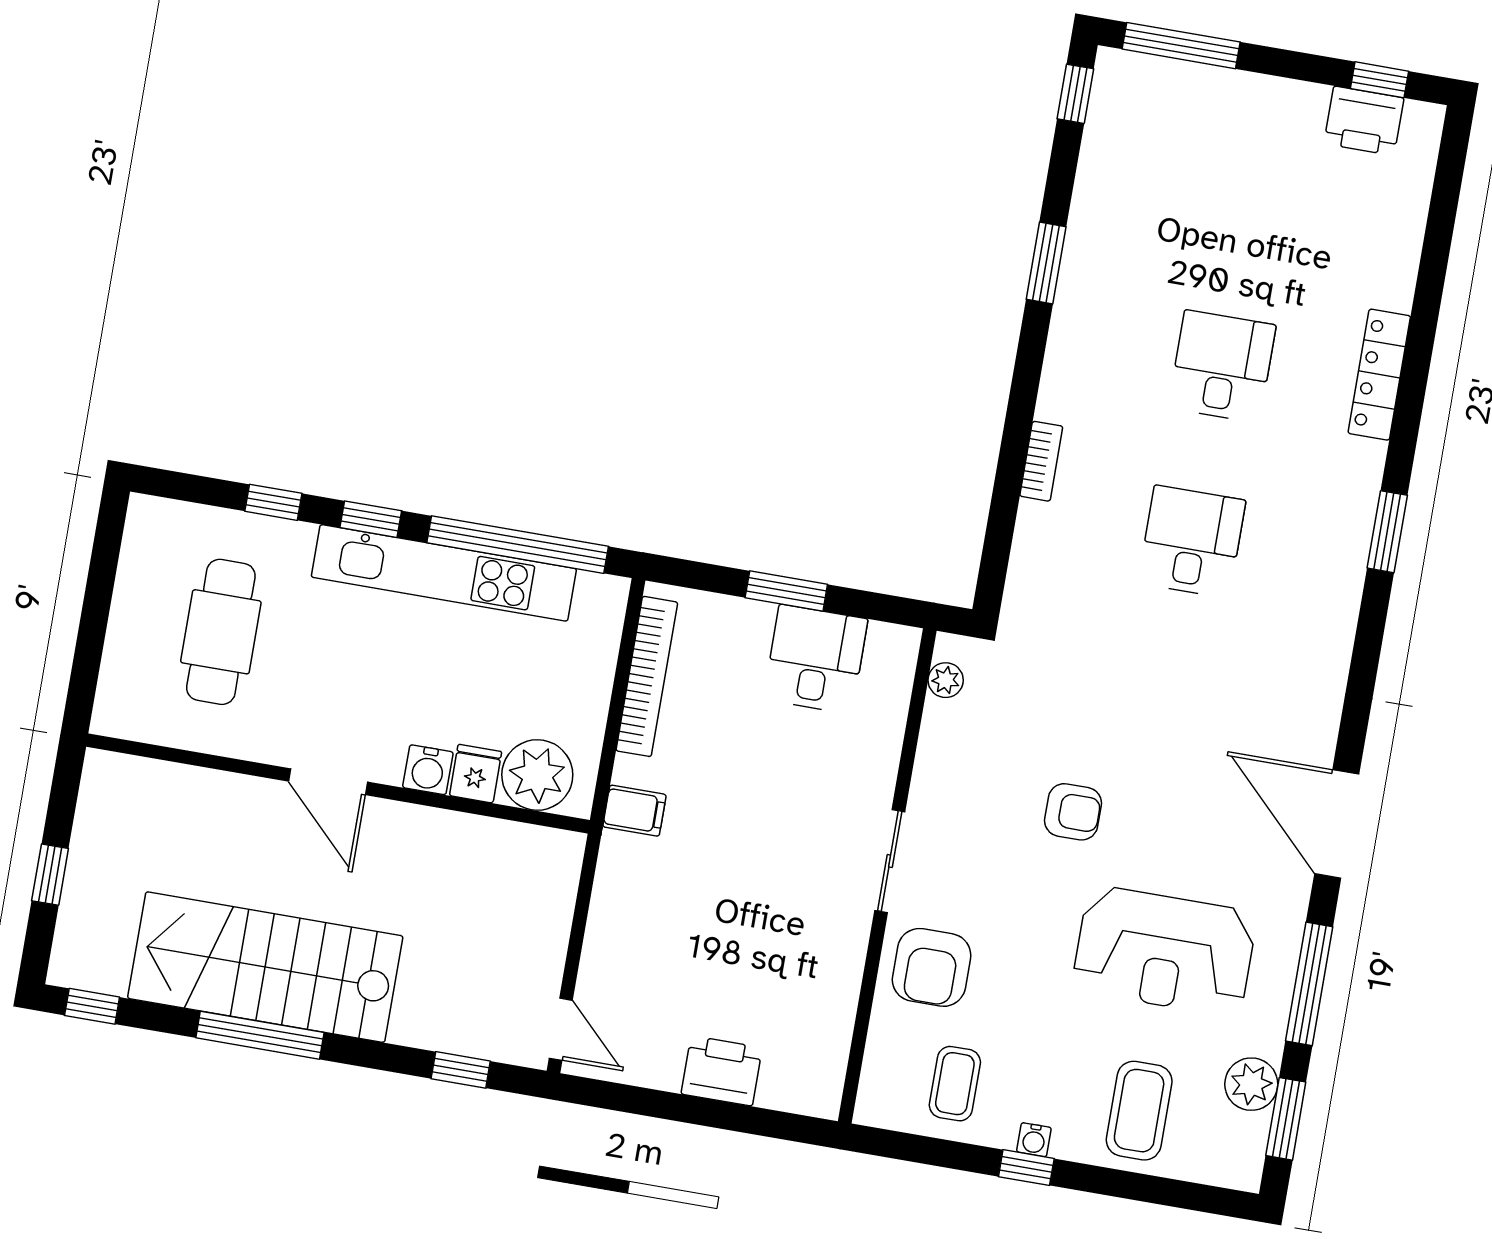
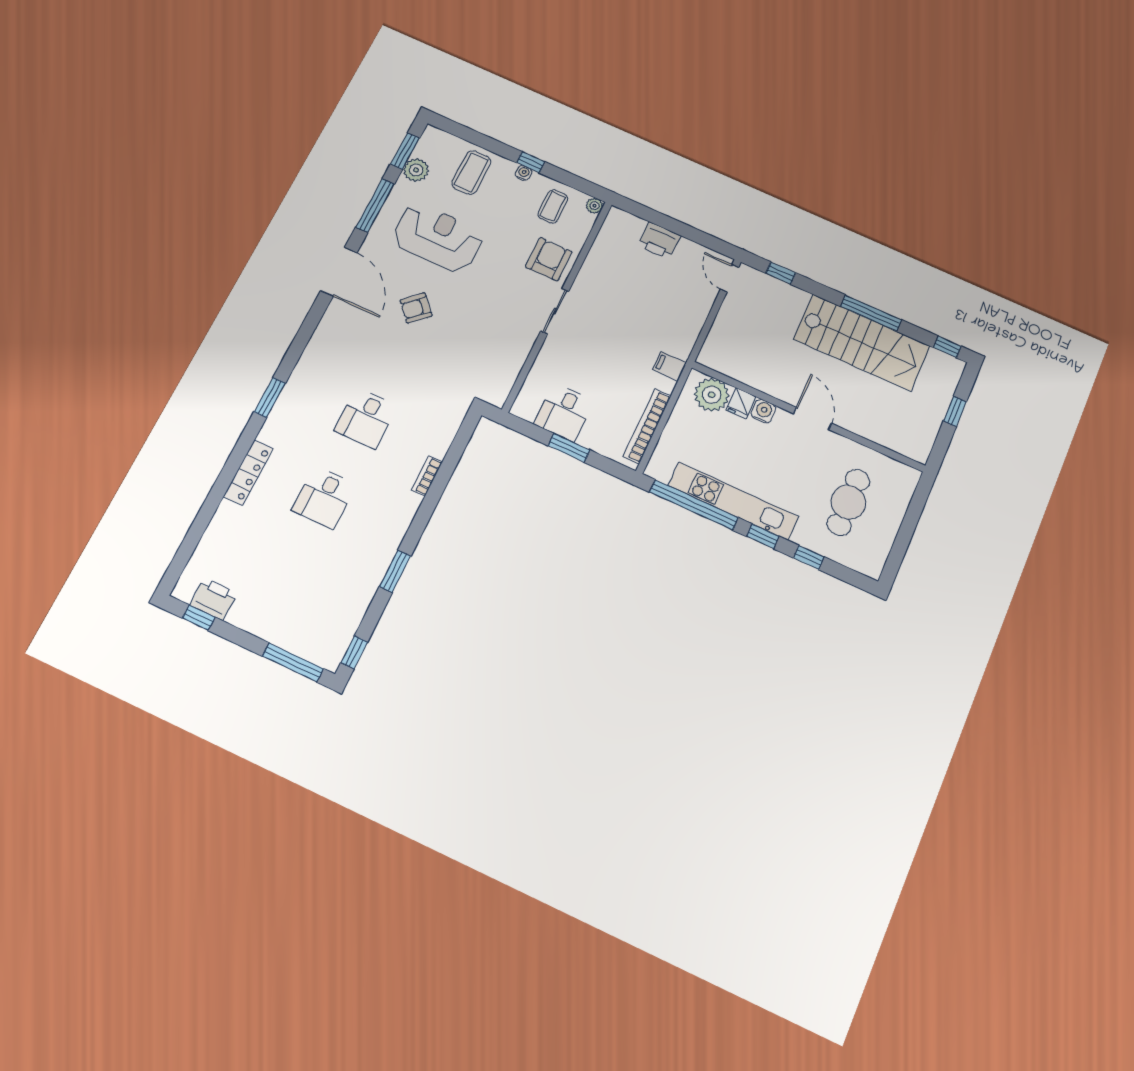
plant: (946, 680) -> (595, 206), moved
armchair: (1073, 812) -> (416, 308), moved, turned -43

